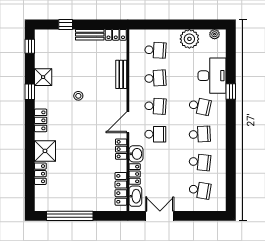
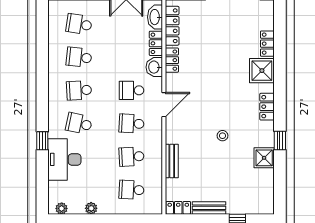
plant: (189, 39) -> (91, 208), width x0.53, depth x0.53
window: (30, 46) -> (280, 194), removed
locker: (121, 149) -> (172, 60), moved

